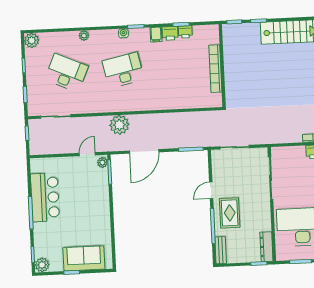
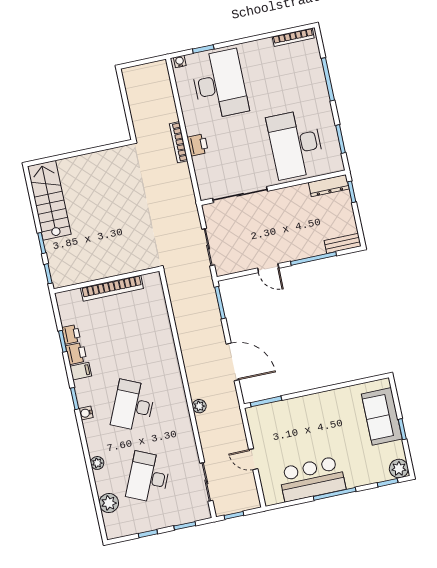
plant: (32, 40) -> (109, 503), moved
desk: (123, 70) -> (133, 406), turned 36
plant: (119, 125) -> (199, 406), width x0.53, depth x0.53
door: (87, 154) -> (253, 459), moved
plant: (102, 162) -> (255, 413), removed
rug: (230, 213) -> (293, 240), removed

